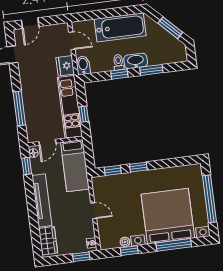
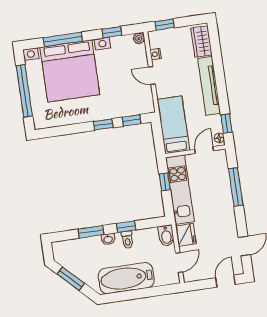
door: (72, 41) -> (179, 262), swing flipped
washbasin: (136, 61) -> (108, 239), width x0.52, depth x0.69
plant: (125, 242) -> (139, 38), moved
nightstand: (92, 243) -> (156, 54), moved

